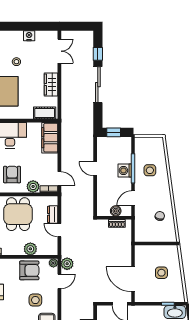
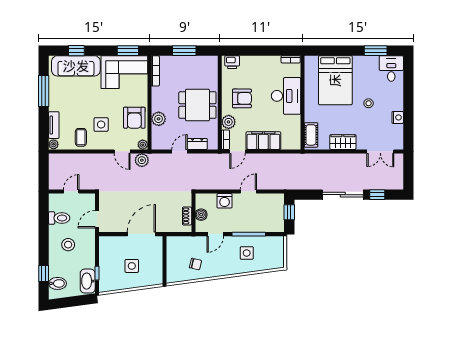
filing cabinet: (50, 138) -> (263, 141), moved
washing machine: (125, 170) -> (225, 201), moved, turned 180
door: (133, 198) -> (215, 234), swing flipped
door: (133, 279) -> (141, 234), moved

